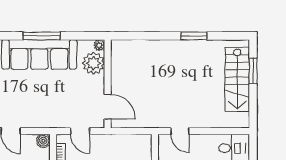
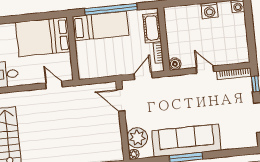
door: (80, 131) -> (143, 76), hinge flipped

